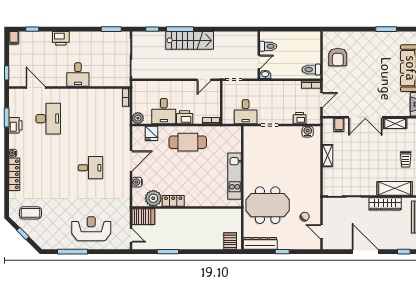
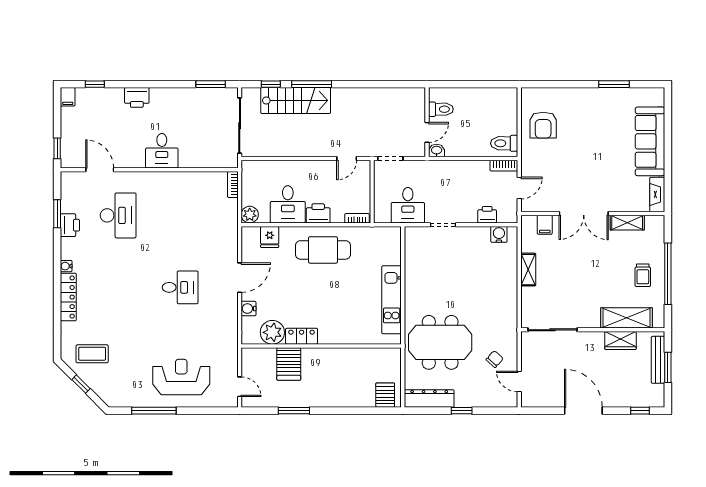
stairs: (190, 40) -> (296, 100), moved
wardrobe: (385, 204) -> (620, 340), width x0.67
server rack: (143, 217) -> (289, 364), moved, turned 90

